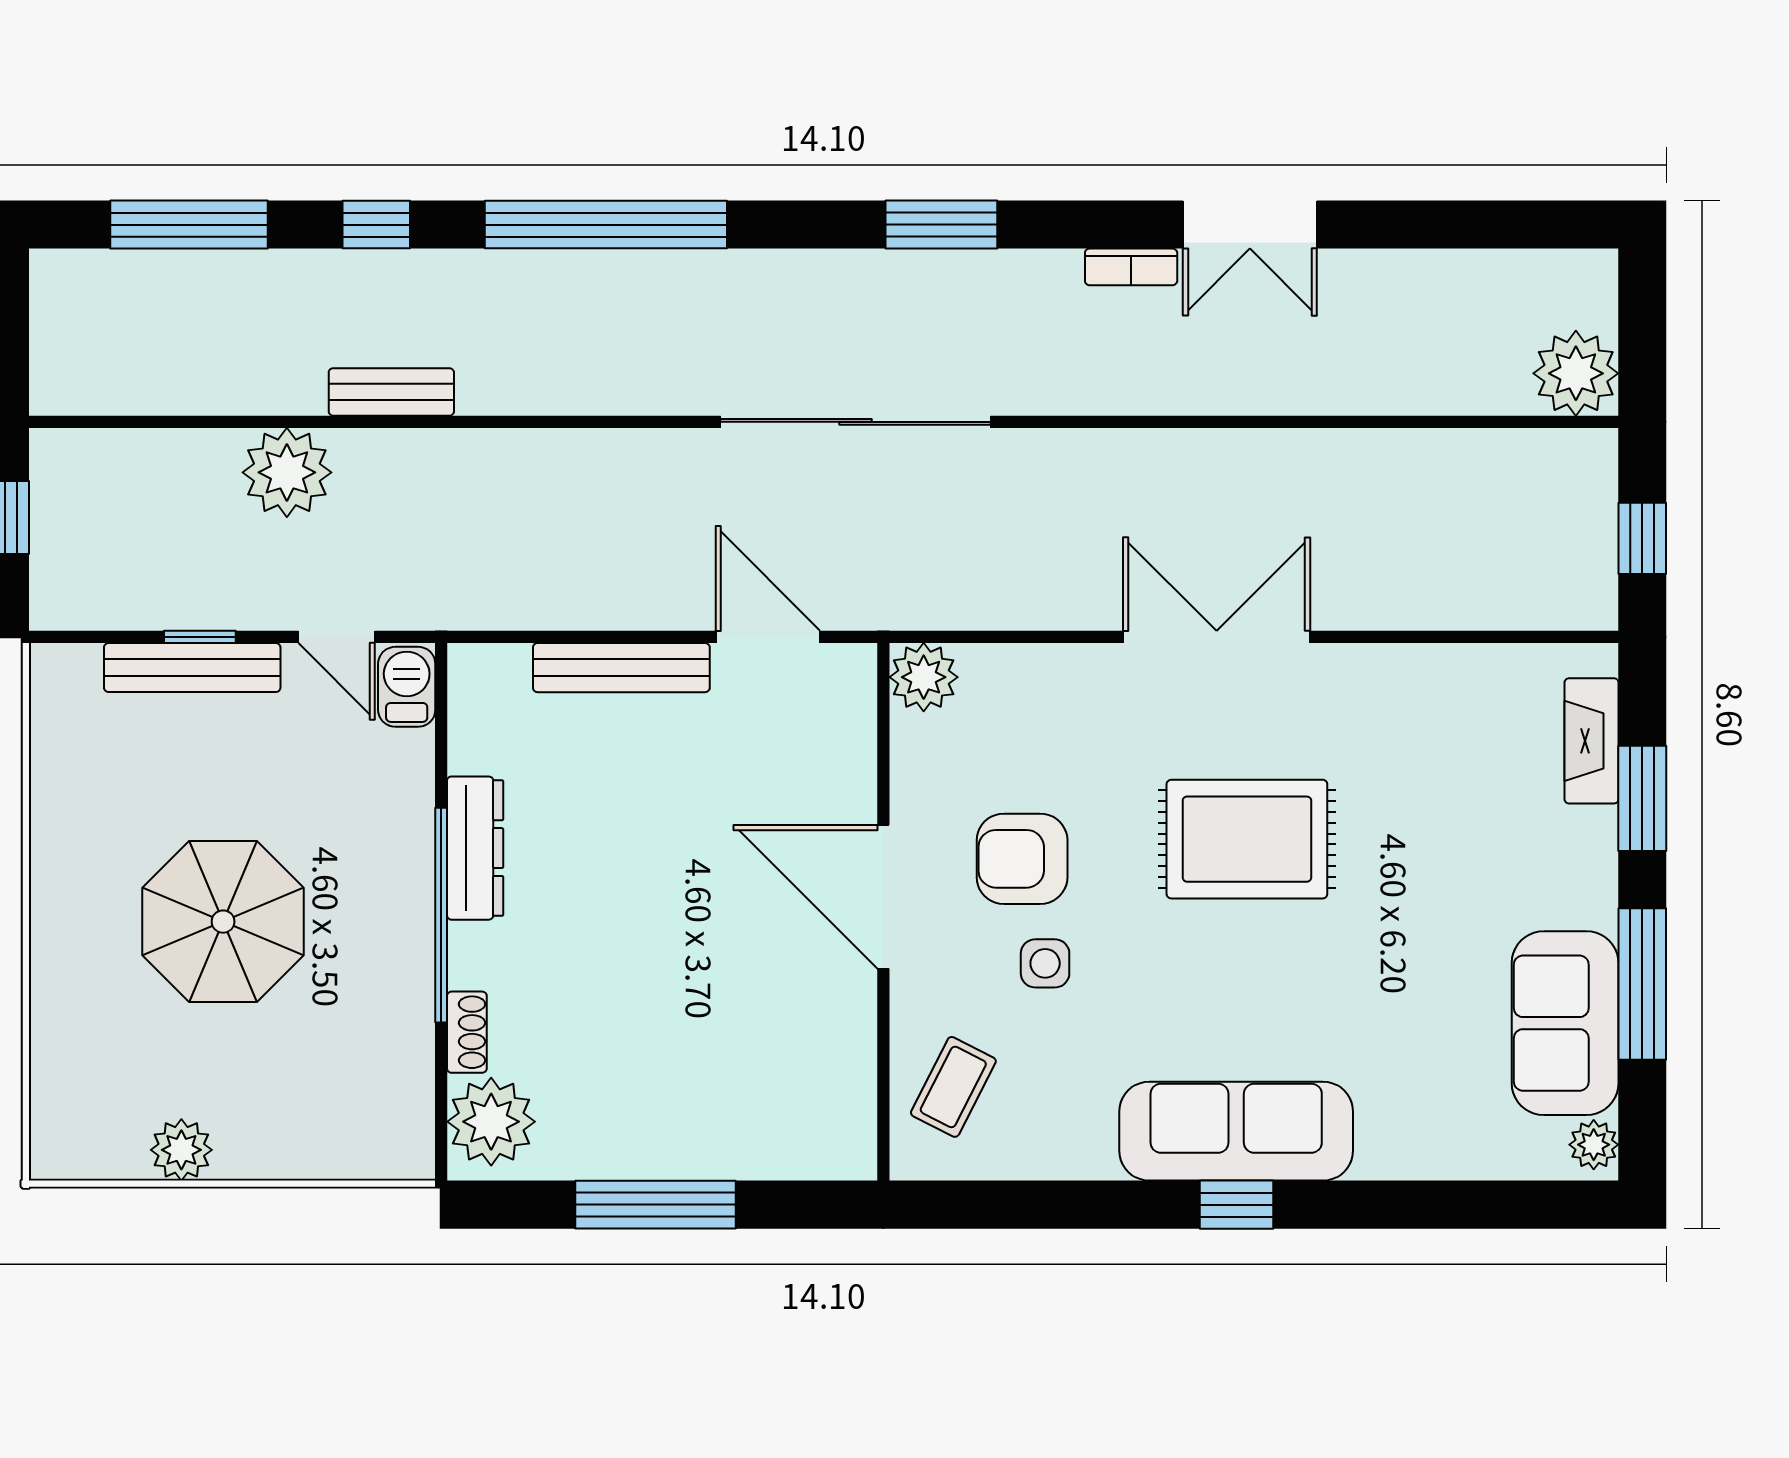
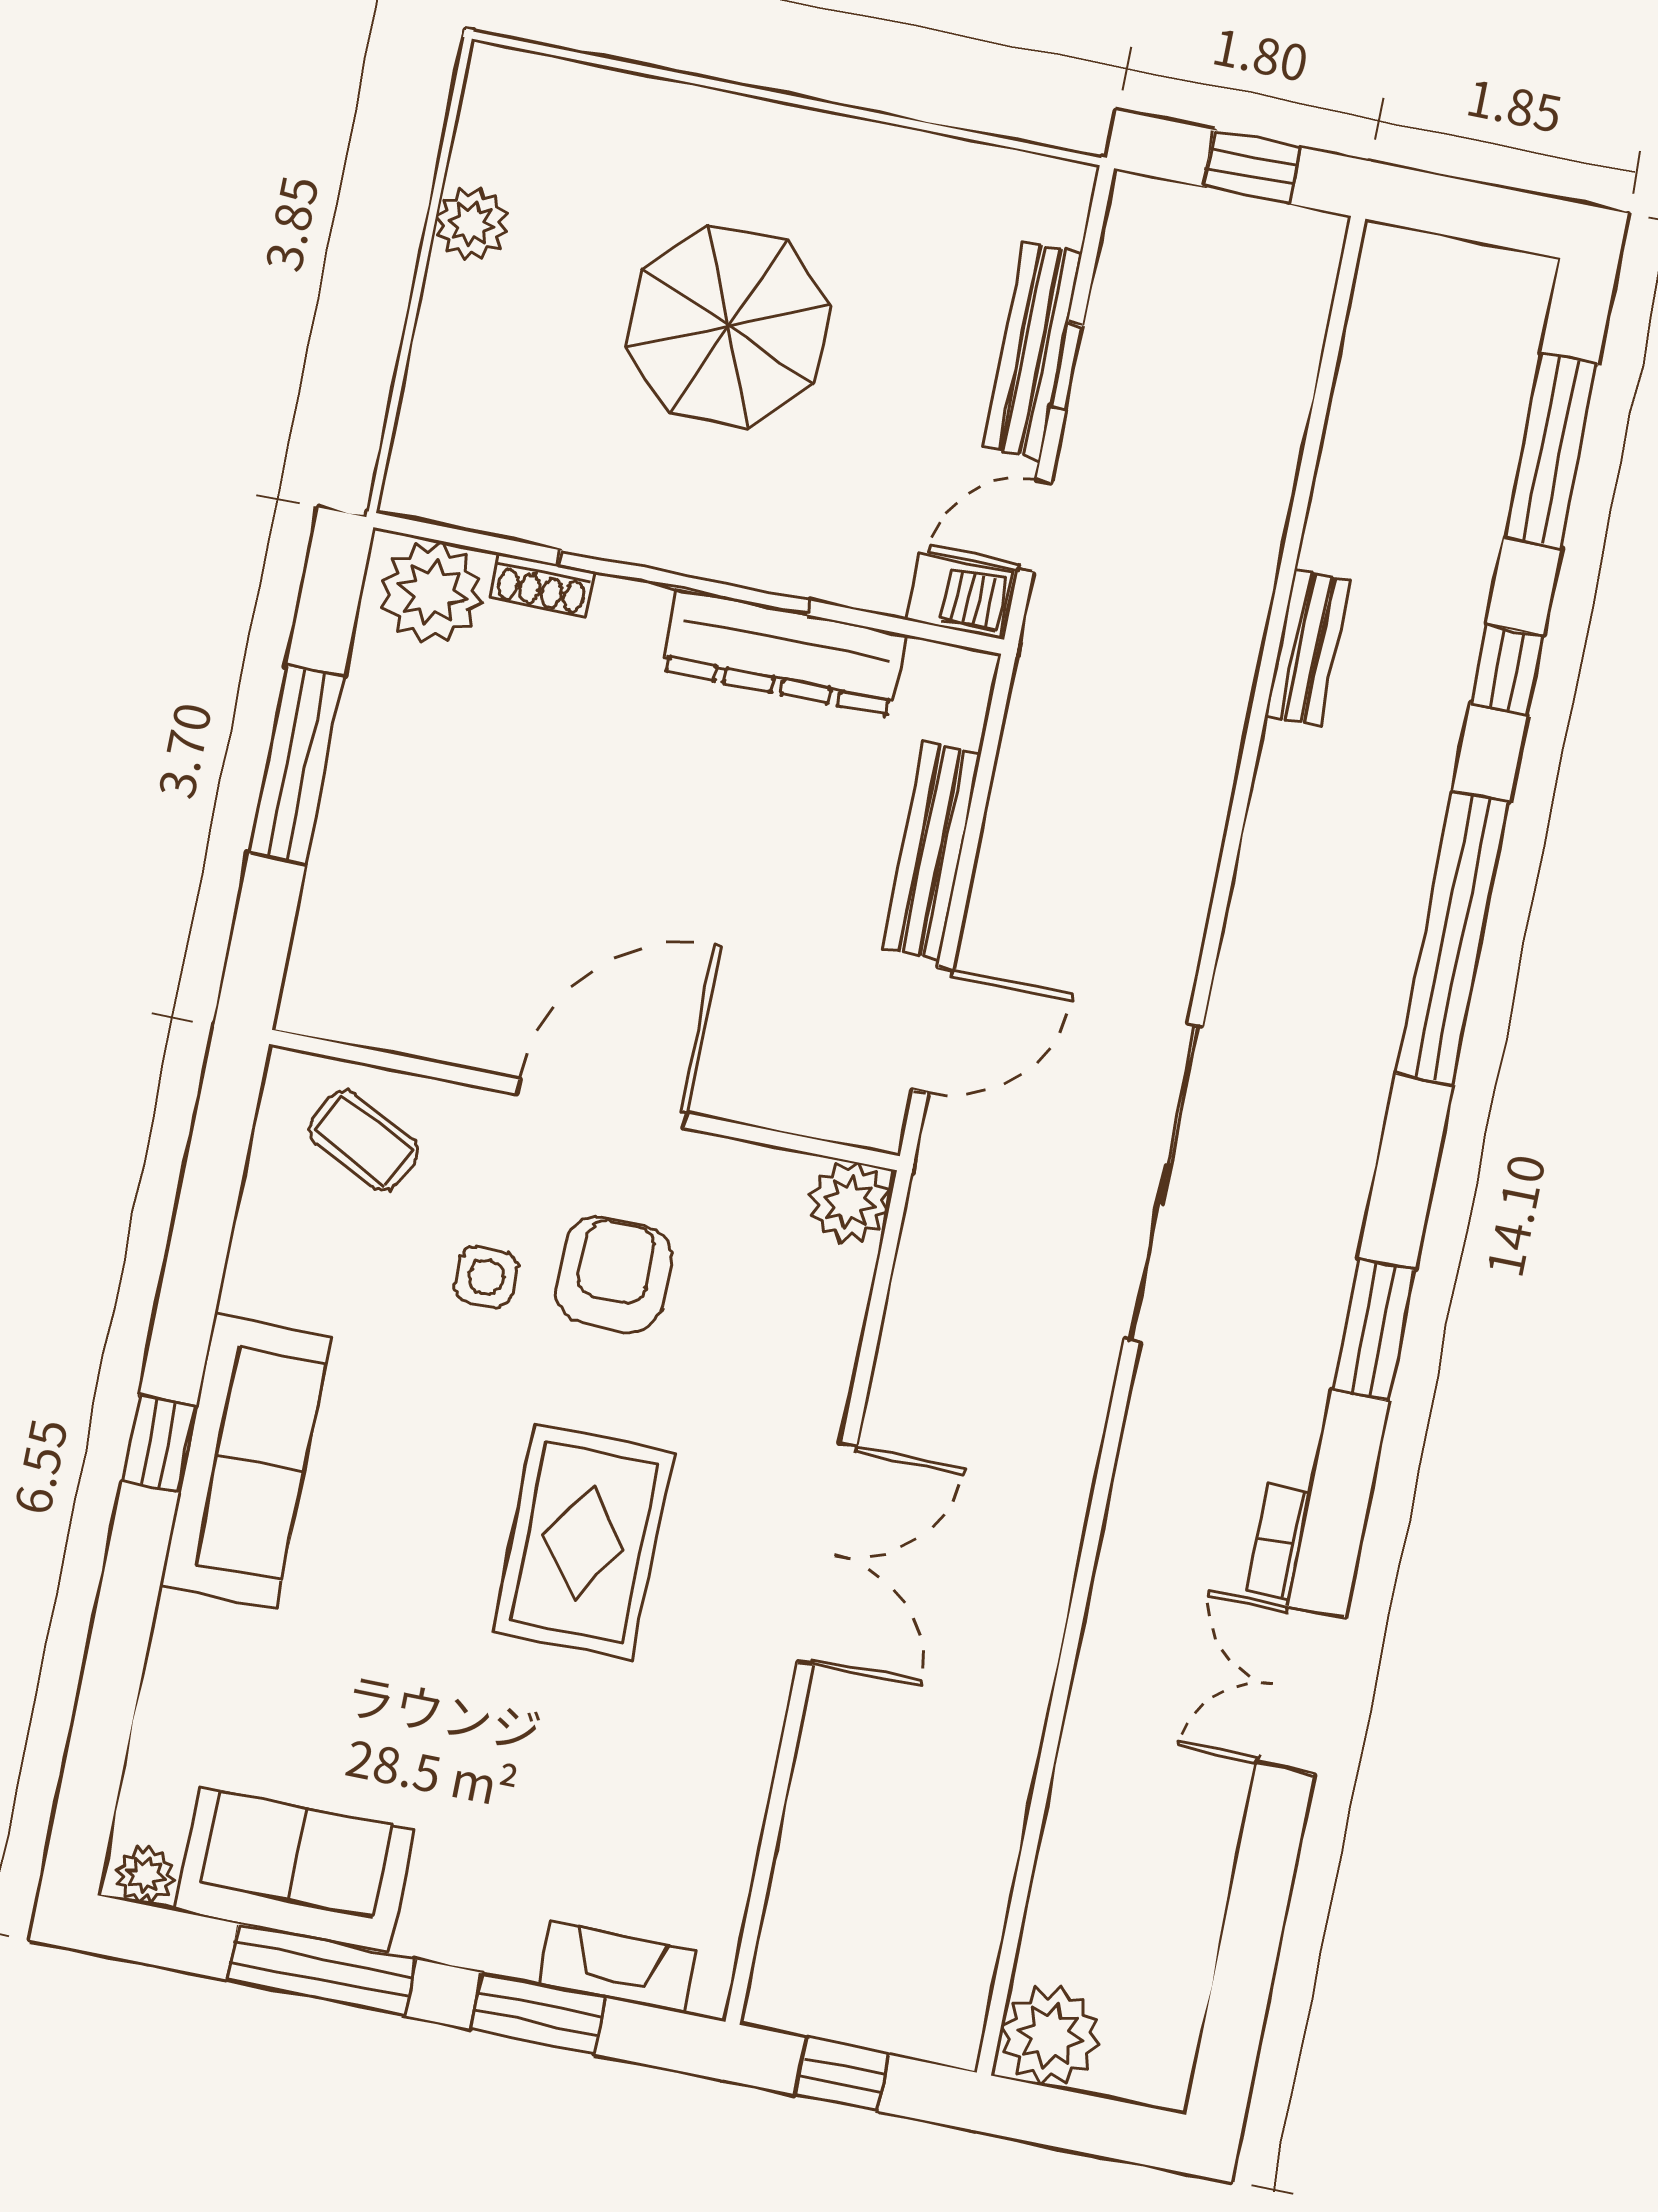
plant: (287, 472) -> (1238, 507), removed
dresser: (475, 848) -> (784, 652), width x1.37, depth x1.24

